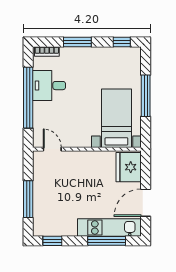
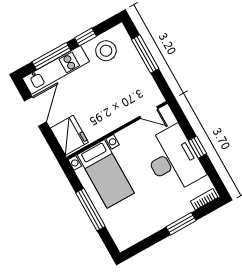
window: (122, 42) -> (140, 247), removed
desk: (49, 86) -> (173, 160), width x1.87, depth x1.30
window: (28, 98) -> (197, 147), width x0.32
stool: (59, 220) -> (106, 51), added
window: (52, 241) -> (85, 37), moved

